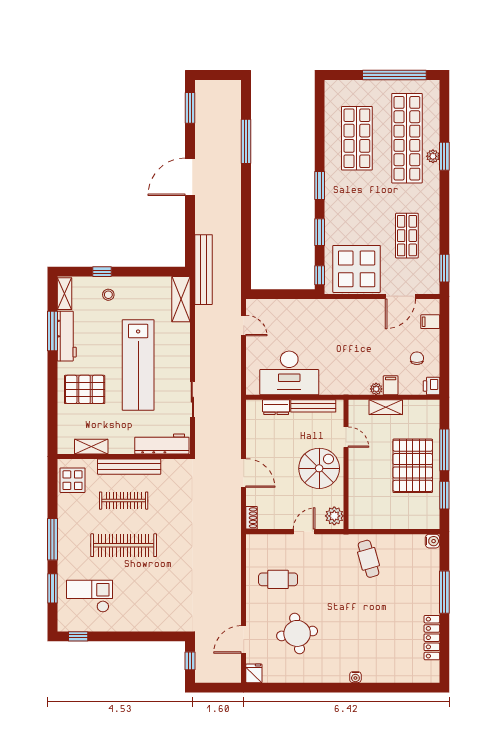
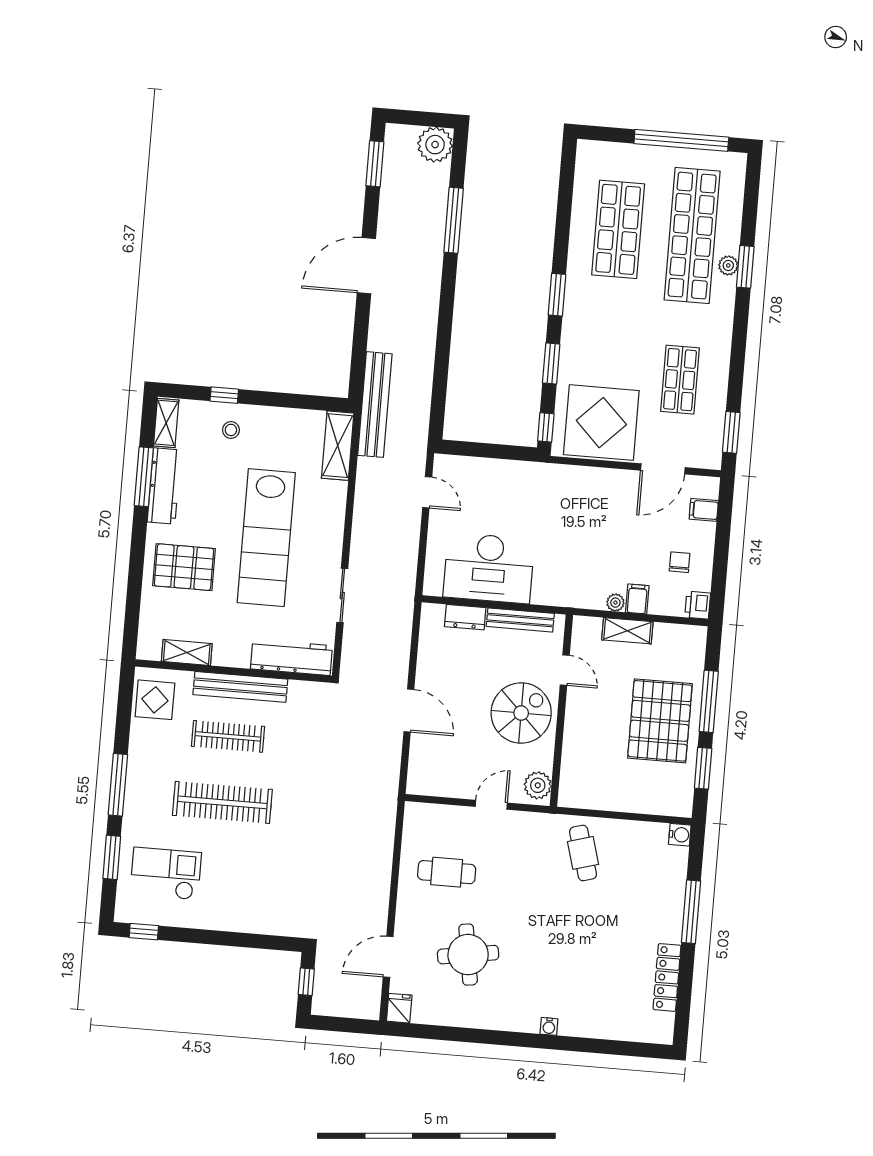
plant: (229, 92) -> (435, 145), added
shoe rack: (252, 518) -> (415, 778), removed

